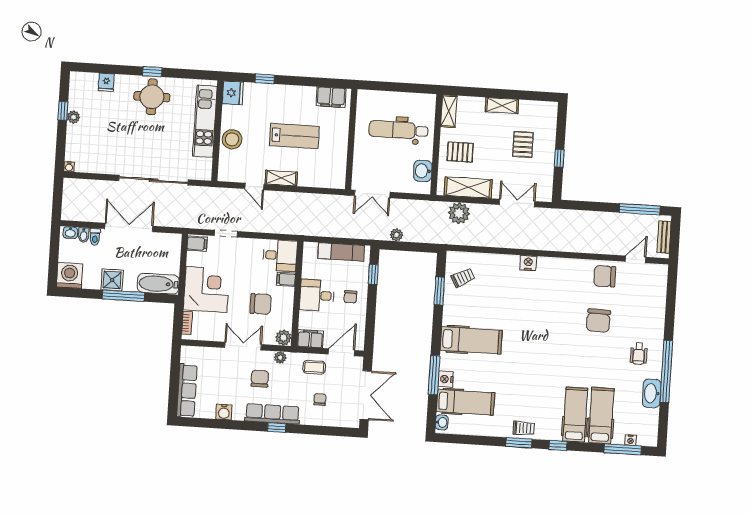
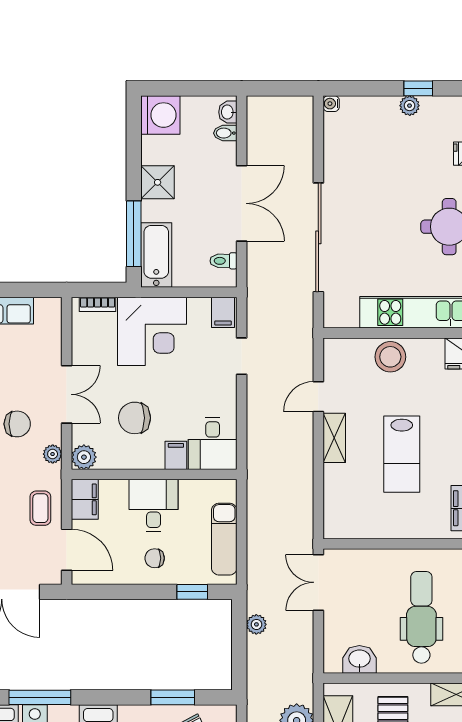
toilet: (95, 237) -> (224, 261), moved
window: (123, 296) -> (134, 234), moved
chair: (261, 304) -> (135, 418), turned 90

